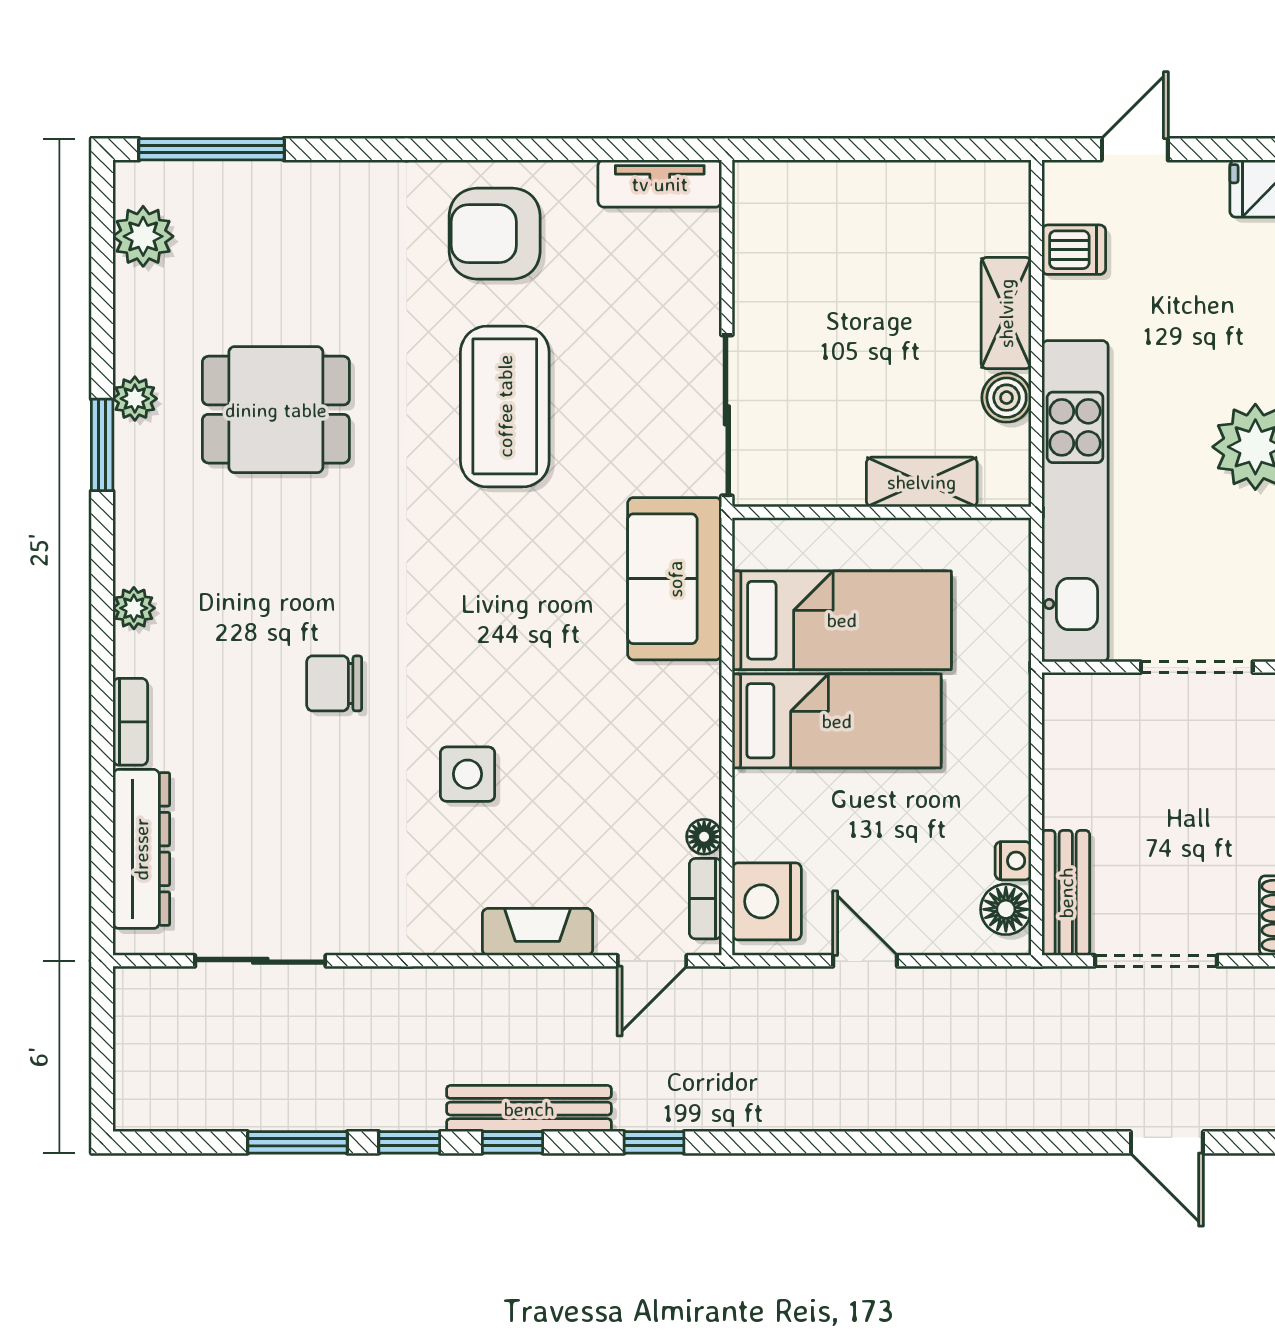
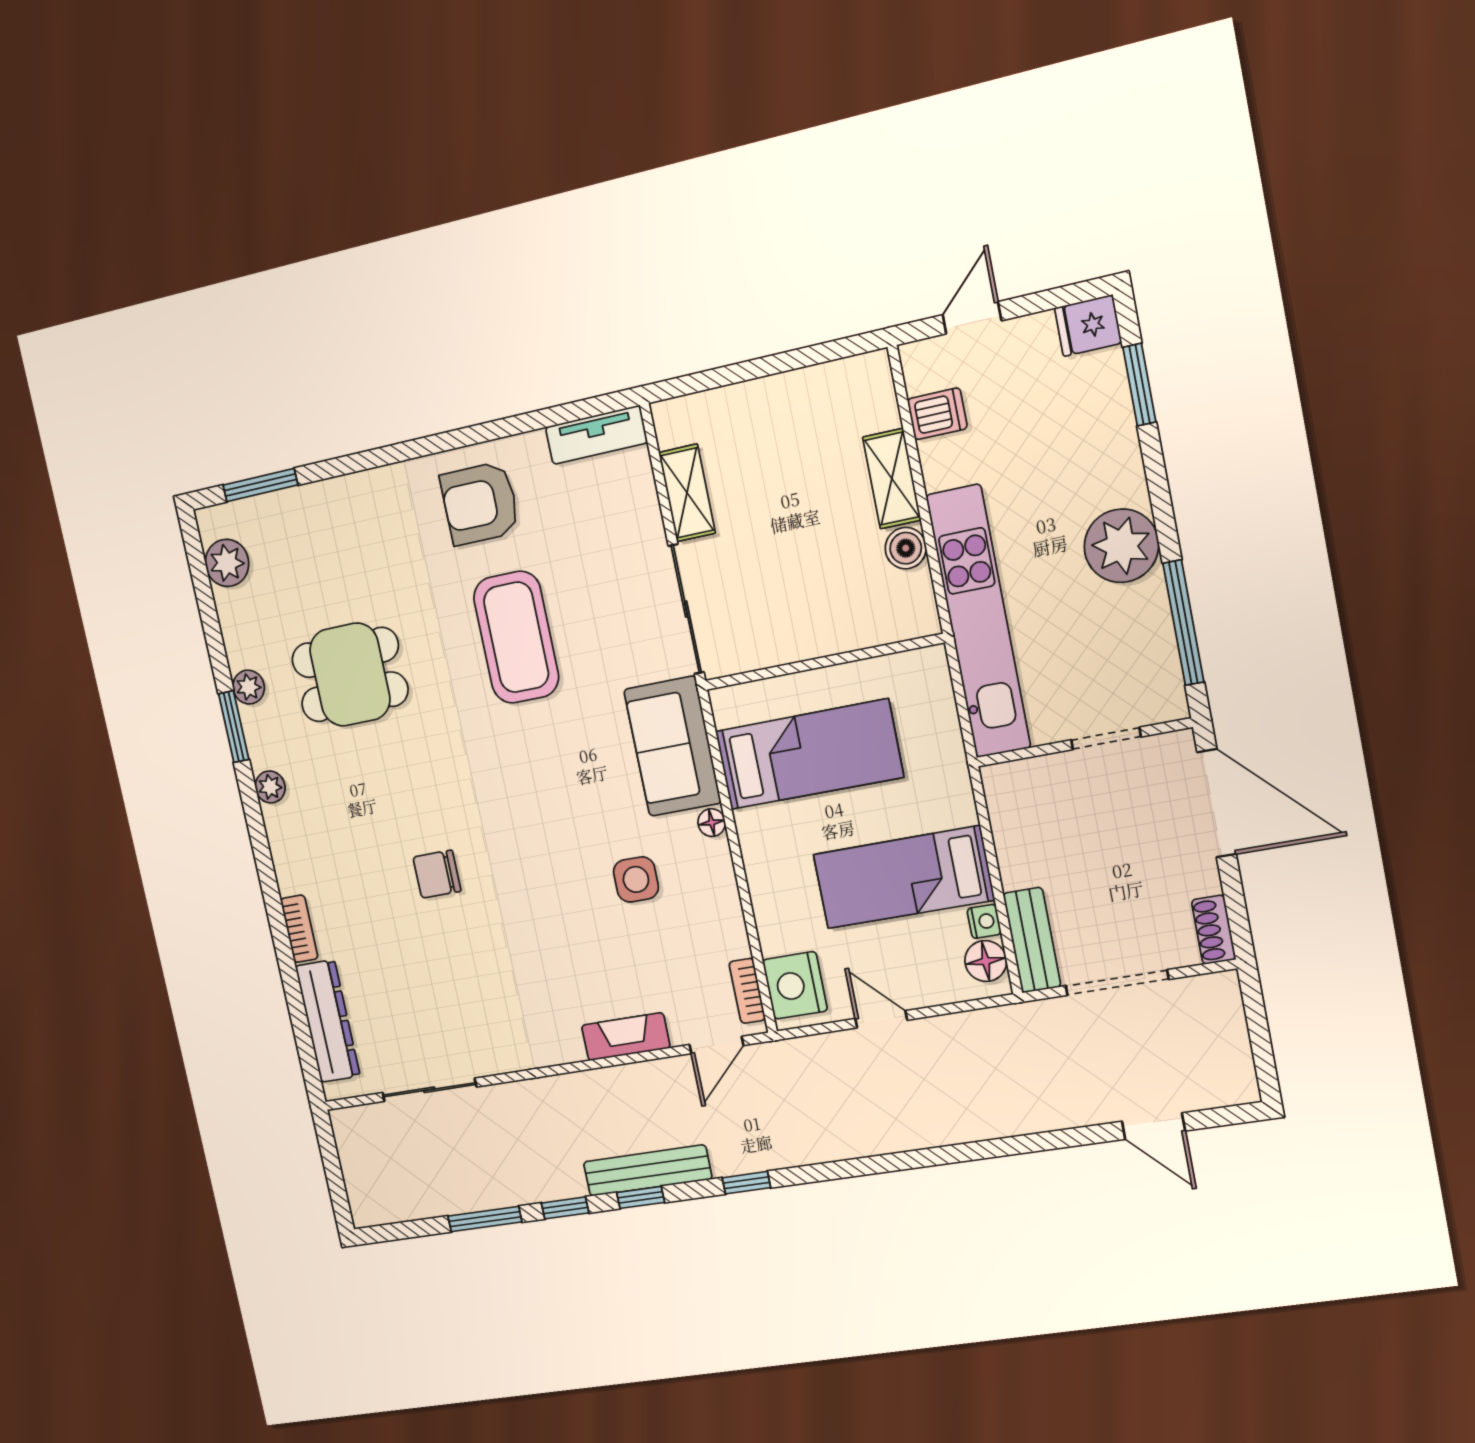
window: (211, 149) -> (260, 485), width x0.69
shelving: (922, 482) -> (687, 493), moved, turned 90
plant: (134, 608) -> (270, 787), moved
doorway: (1197, 667) -> (1106, 738), width x0.73
bed: (837, 721) -> (903, 877), moved, turned 180
side table: (468, 774) -> (636, 879), moved
floor lamp: (704, 837) -> (712, 823), moved

